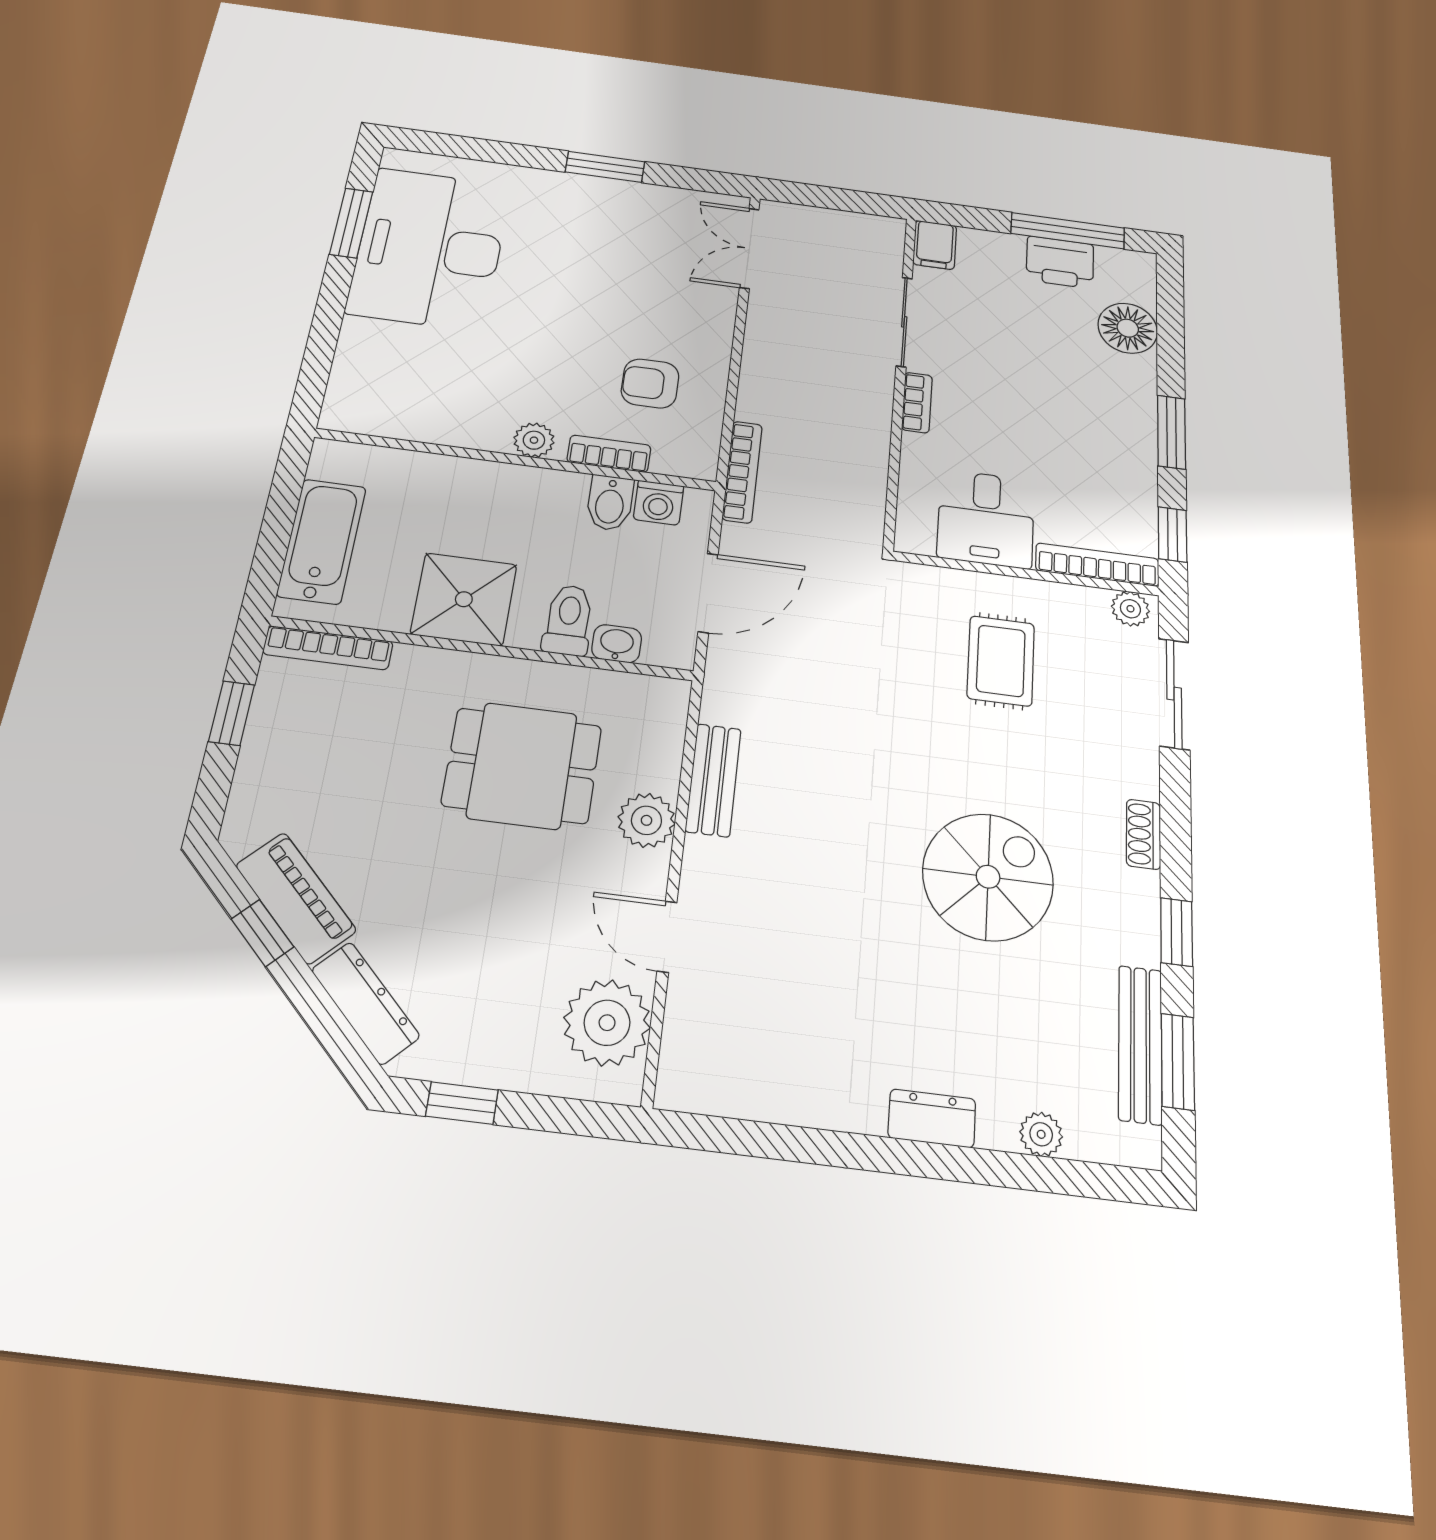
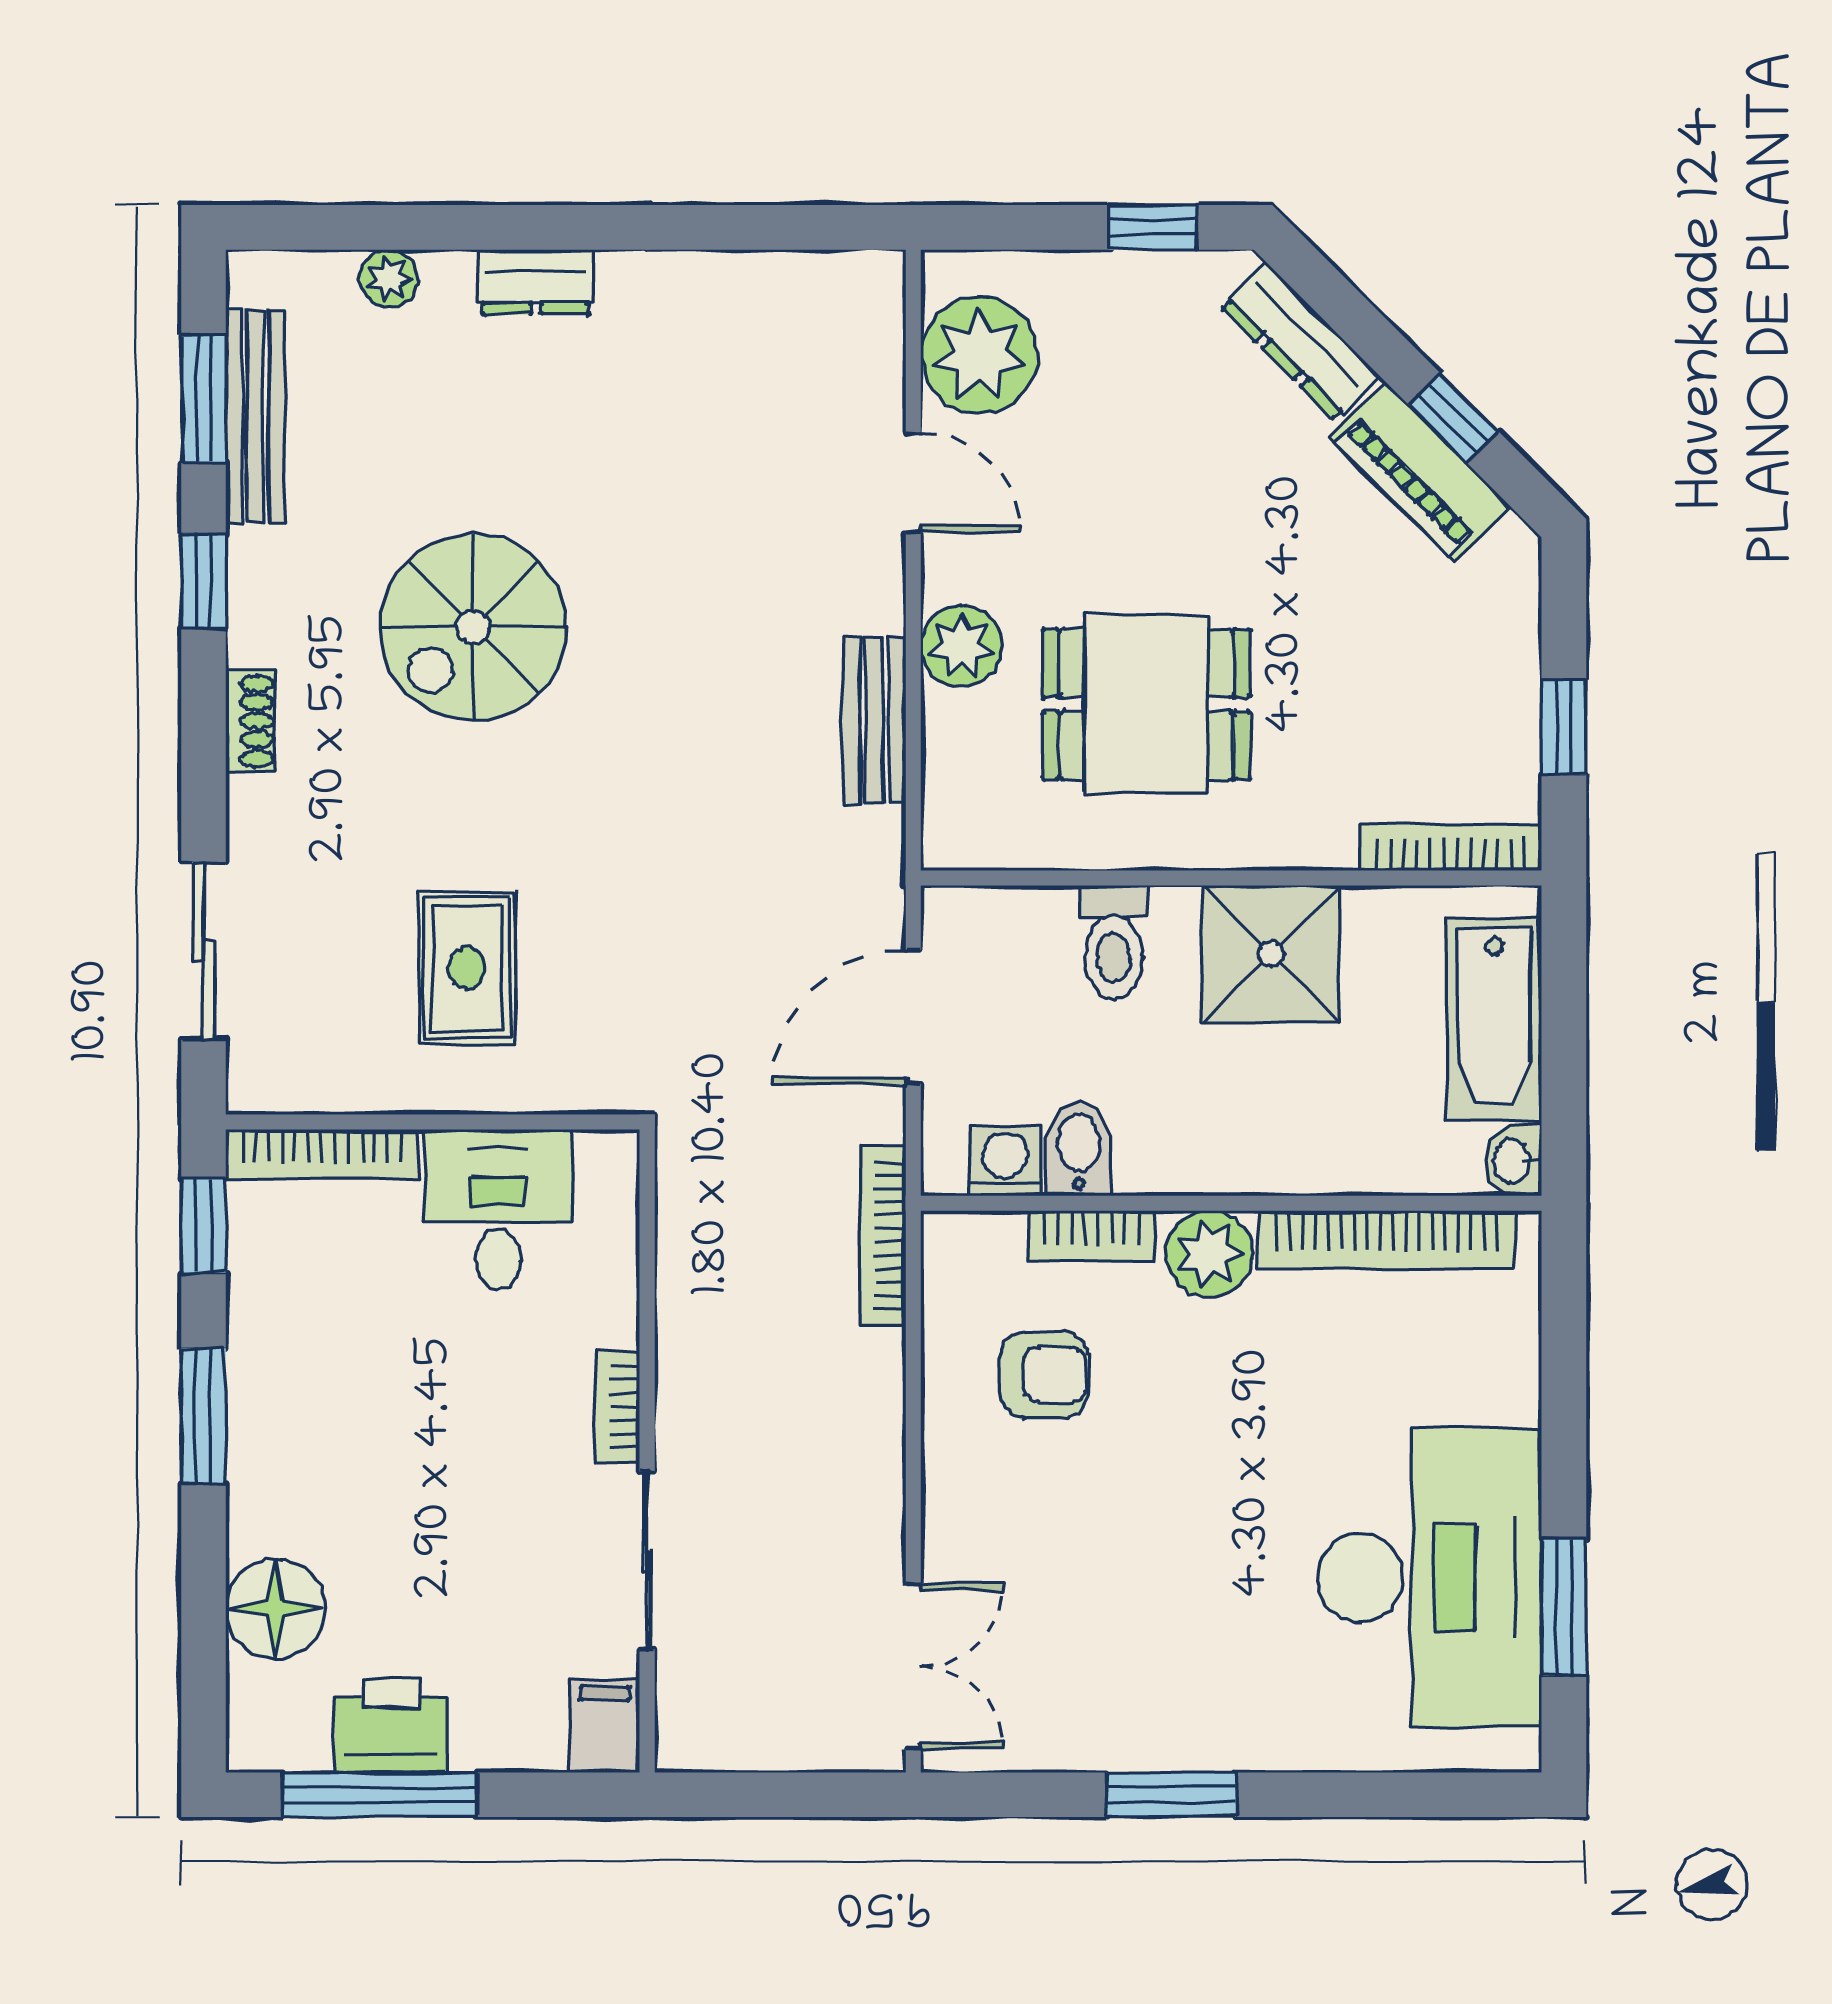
bookcase: (420, 426) -> (1387, 1240), added
plant: (534, 440) -> (1209, 1254), width x1.38, depth x1.38
plant: (1130, 609) -> (270, 1085), removed
washbasin: (617, 644) -> (1513, 1161), moved, turned 90

